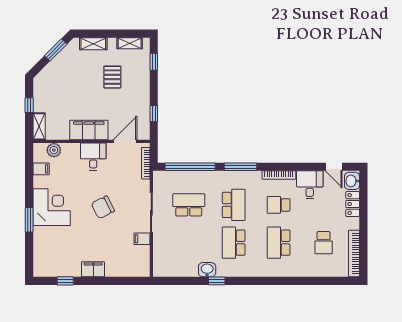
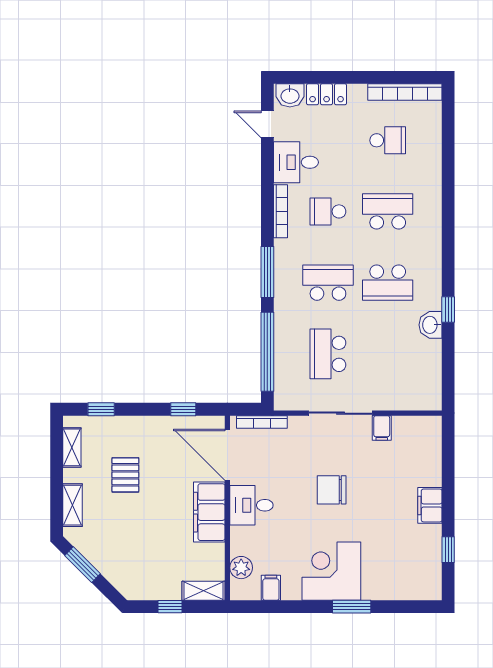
pallet: (112, 77) -> (125, 475), turned 90
door: (125, 141) -> (227, 455), width x1.36
door: (334, 167) -> (267, 124), swing flipped
school desk: (279, 205) -> (328, 211), turned 90
chair: (103, 207) -> (332, 490), turned 117
school desk: (279, 243) -> (388, 211), turned 180

